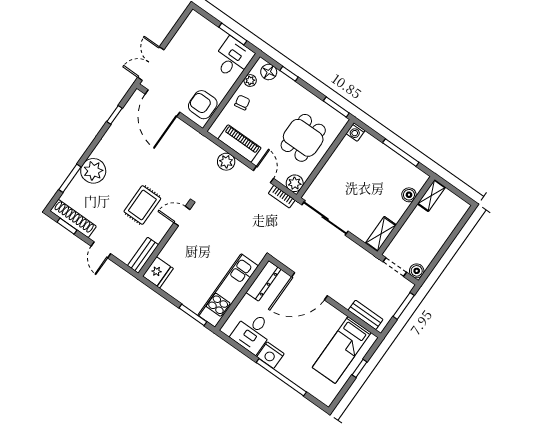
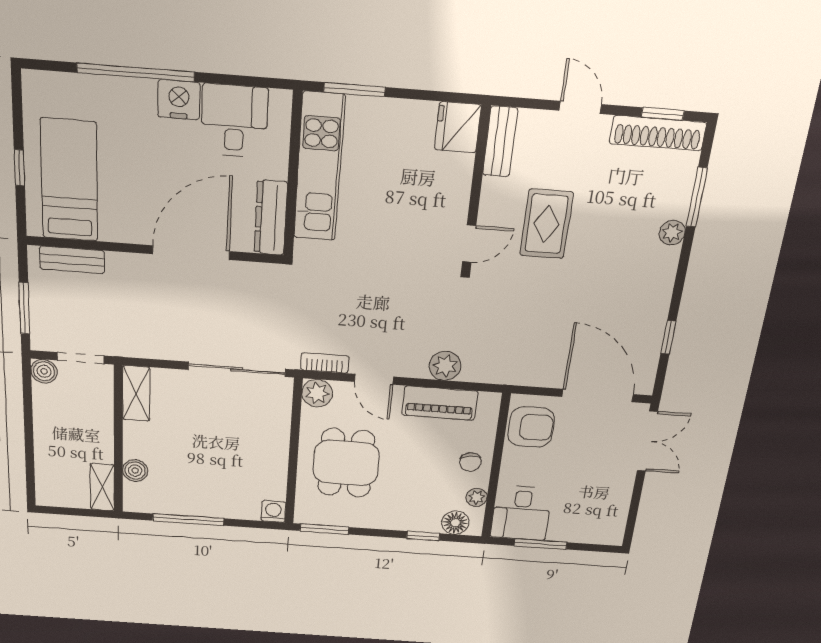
plant: (93, 171) -> (672, 233), width x0.53, depth x0.53

